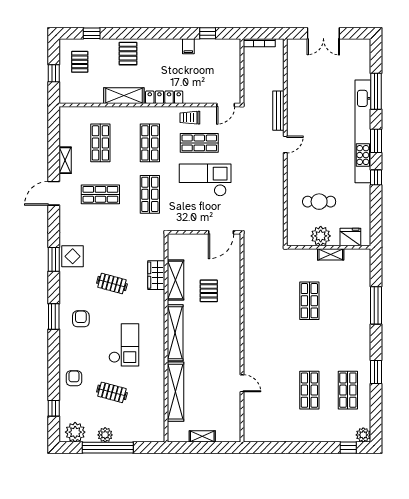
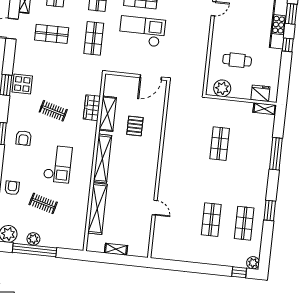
plant: (321, 236) -> (222, 88), moved
shelving: (331, 254) -> (264, 109), moved
armchair: (81, 319) -> (24, 138), turned 180

